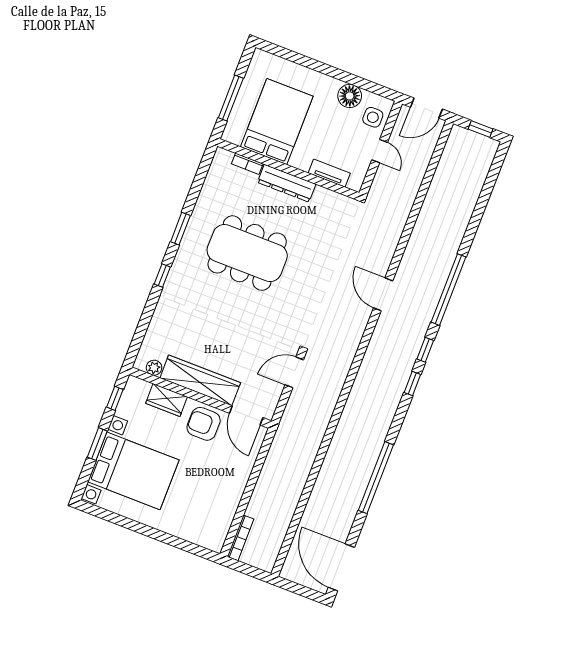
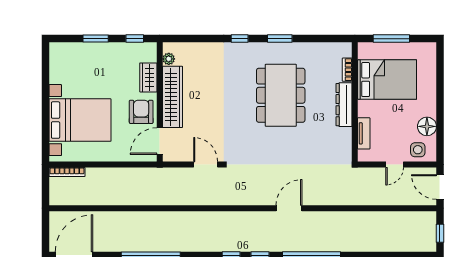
bed with nightstands: (133, 471) -> (80, 120), moved, turned -90

